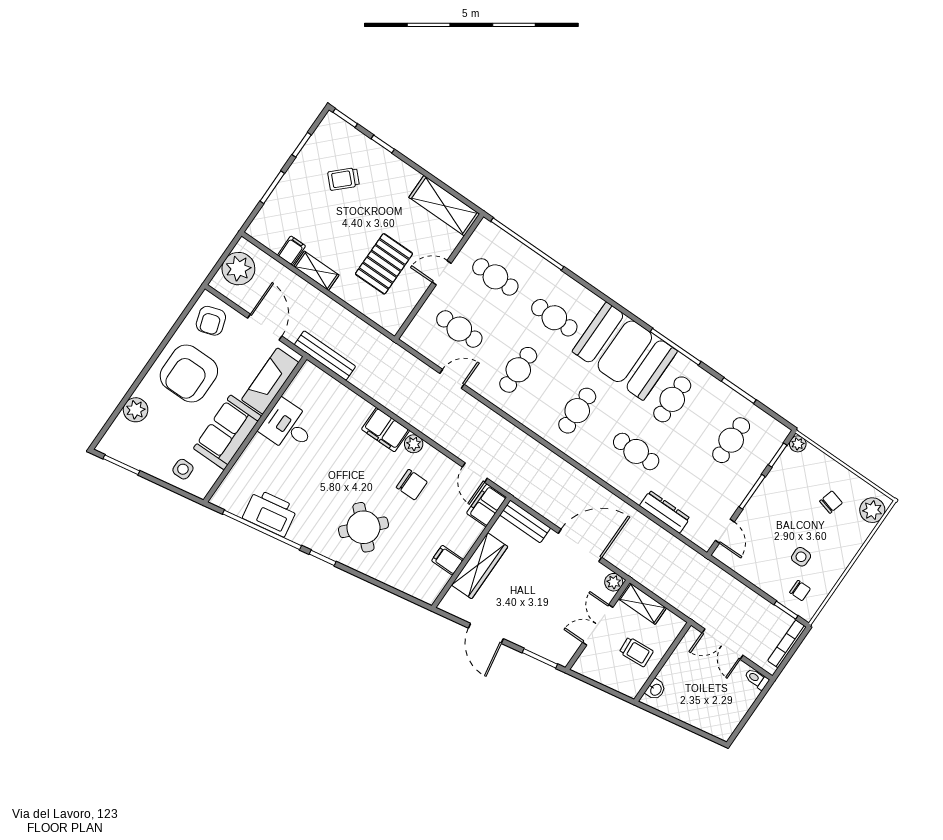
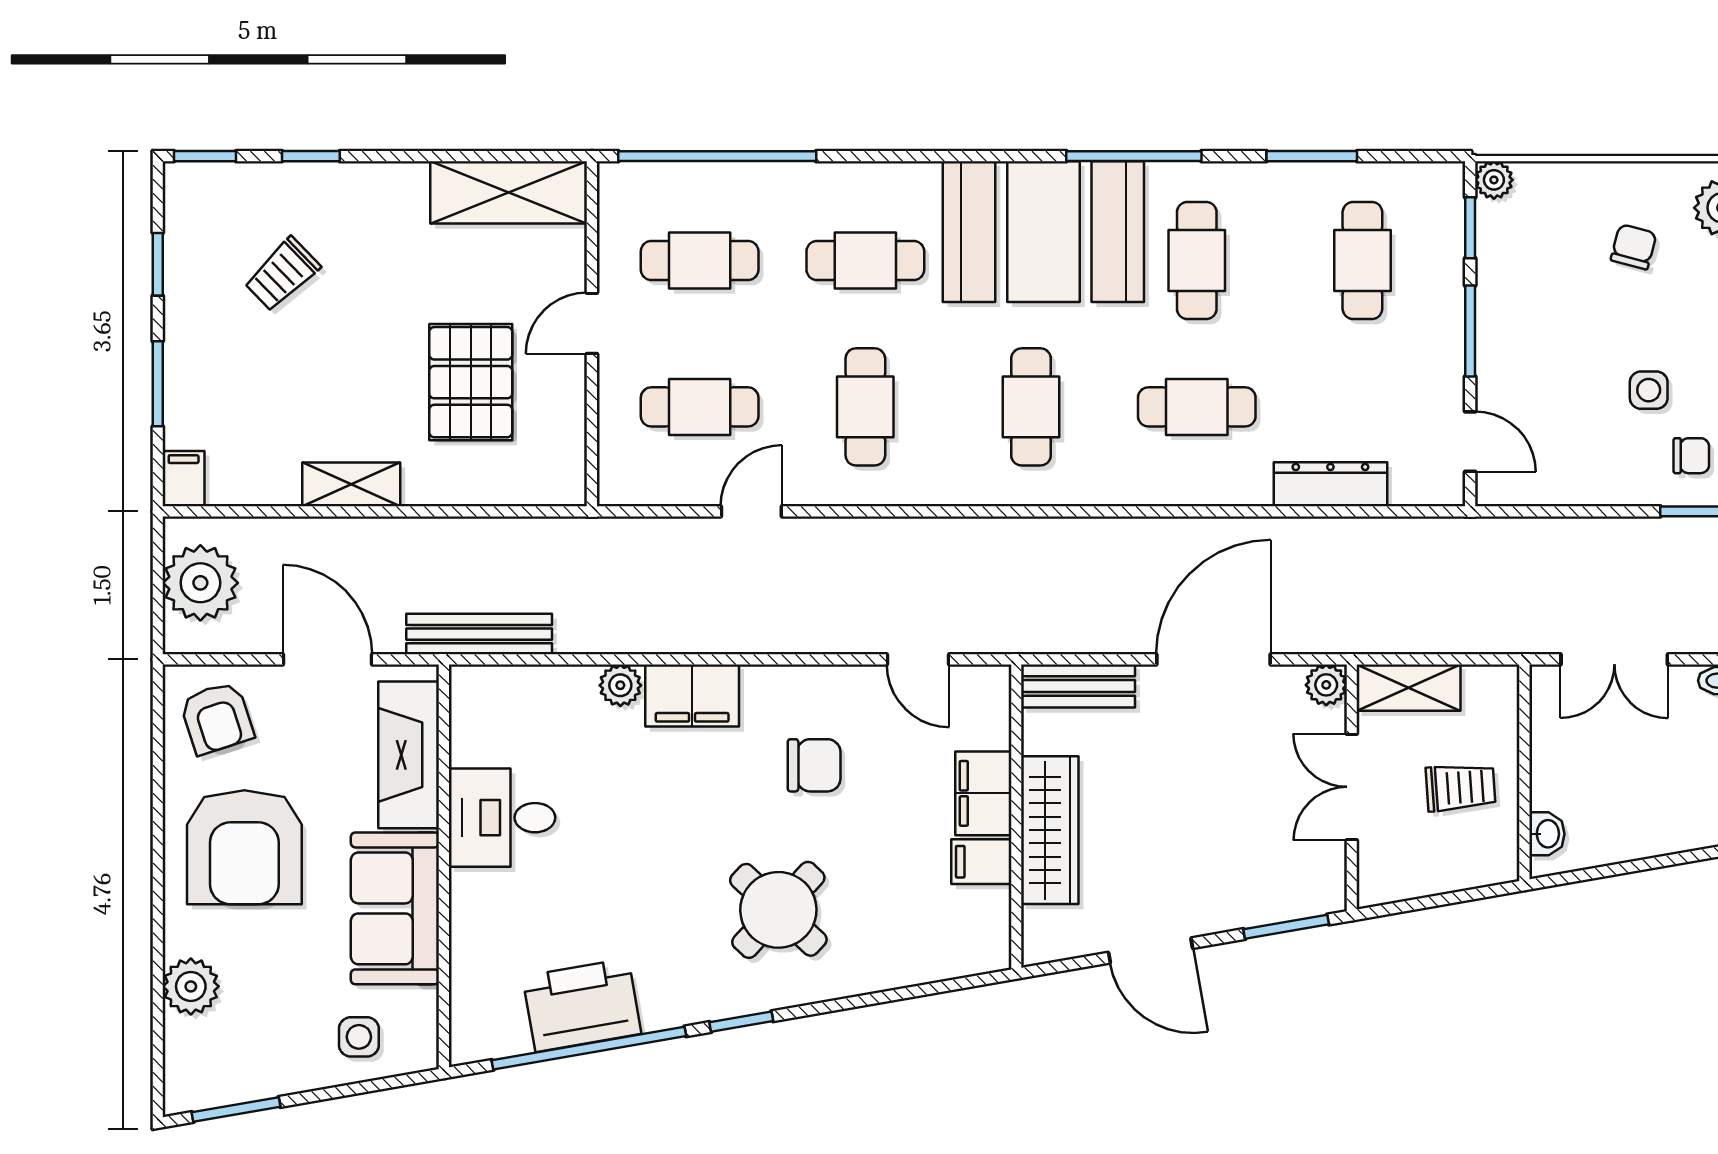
filing cabinet: (292, 251) -> (184, 479), moved
plant: (414, 444) -> (620, 685), moved
filing cabinet: (487, 505) -> (983, 793), moved

